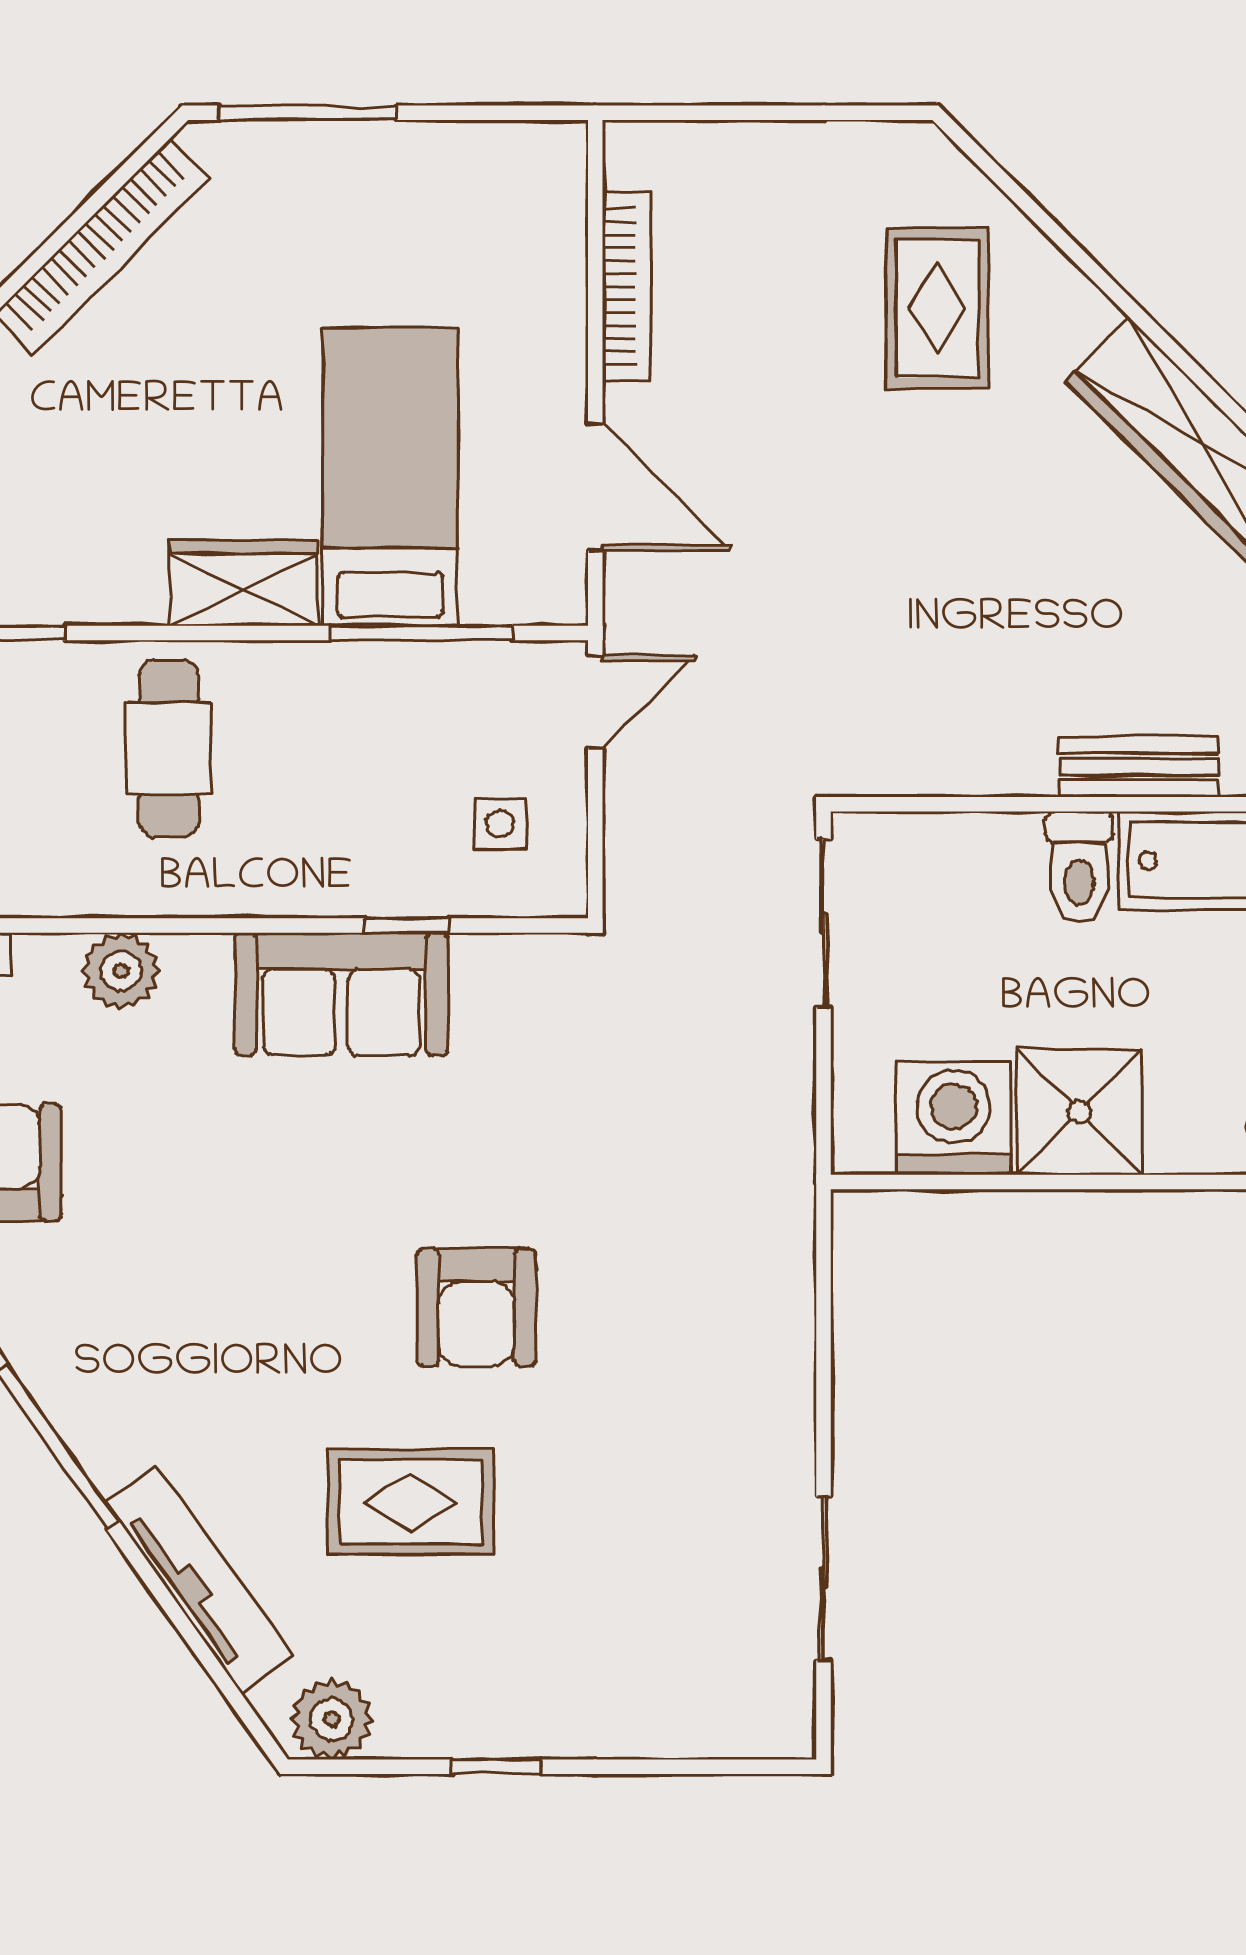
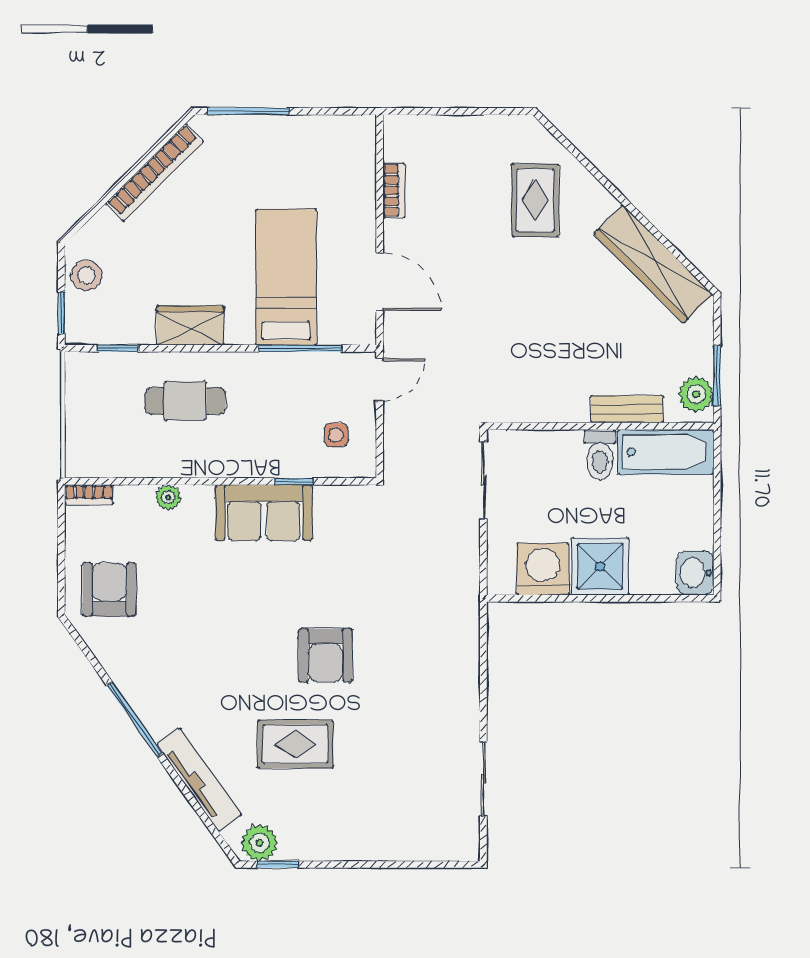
bookcase: (627, 286) -> (394, 190), width x0.64
wardrobe: (243, 583) -> (190, 326), moved
cafe table: (169, 749) -> (185, 401), turned 90
plant: (121, 971) -> (168, 497), width x0.73, depth x0.73
window: (496, 1767) -> (278, 865), moved

